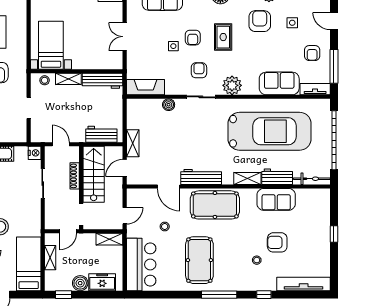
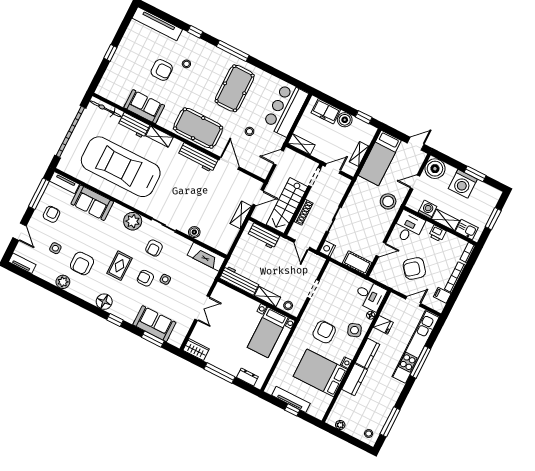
armchair: (193, 38) -> (145, 278), turned -90

